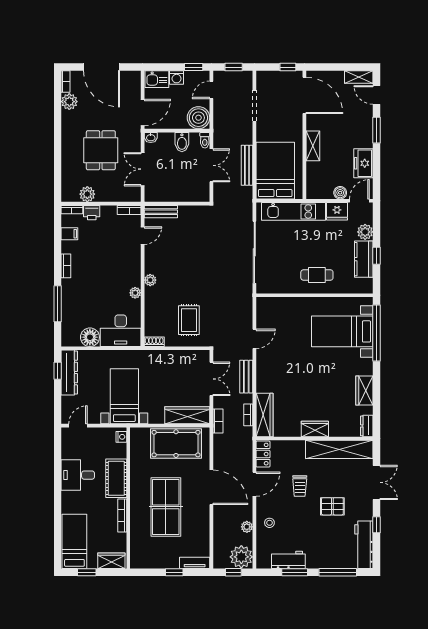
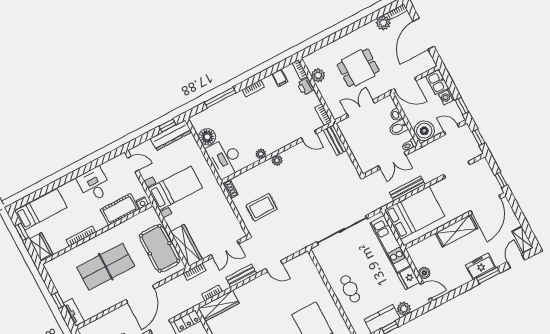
washbasin: (151, 137) -> (396, 115), moved
shelving: (313, 146) -> (456, 231), width x1.50, depth x1.33
freezer: (363, 163) -> (481, 266), moved
cot: (116, 478) -> (120, 210), moved

